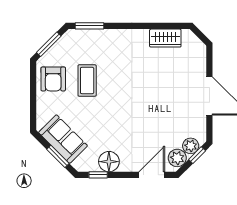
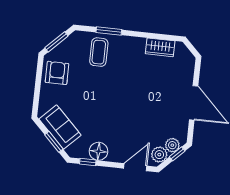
window: (89, 26) -> (109, 31), moved
armchair: (53, 79) -> (57, 73), turned 180
coffee table: (87, 80) -> (99, 52), moved

